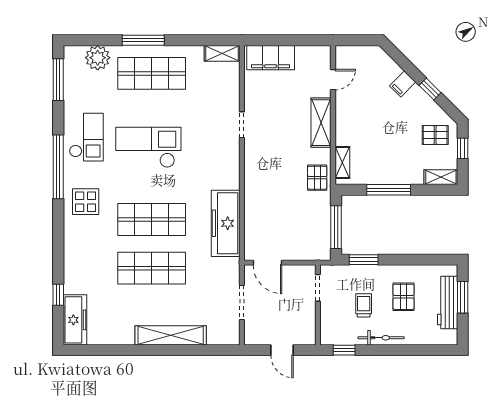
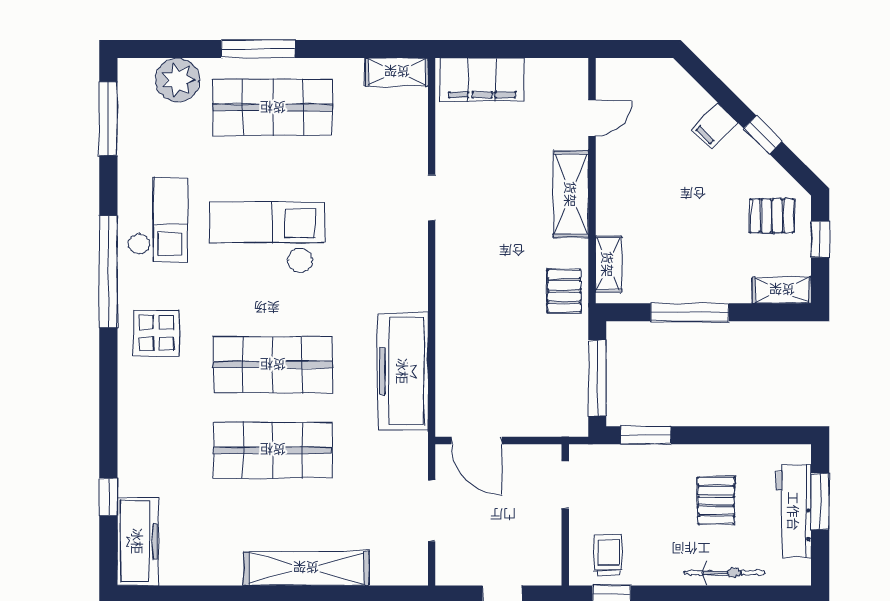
trolley: (364, 305) -> (608, 555), moved
bicycle: (381, 338) -> (724, 573), moved

